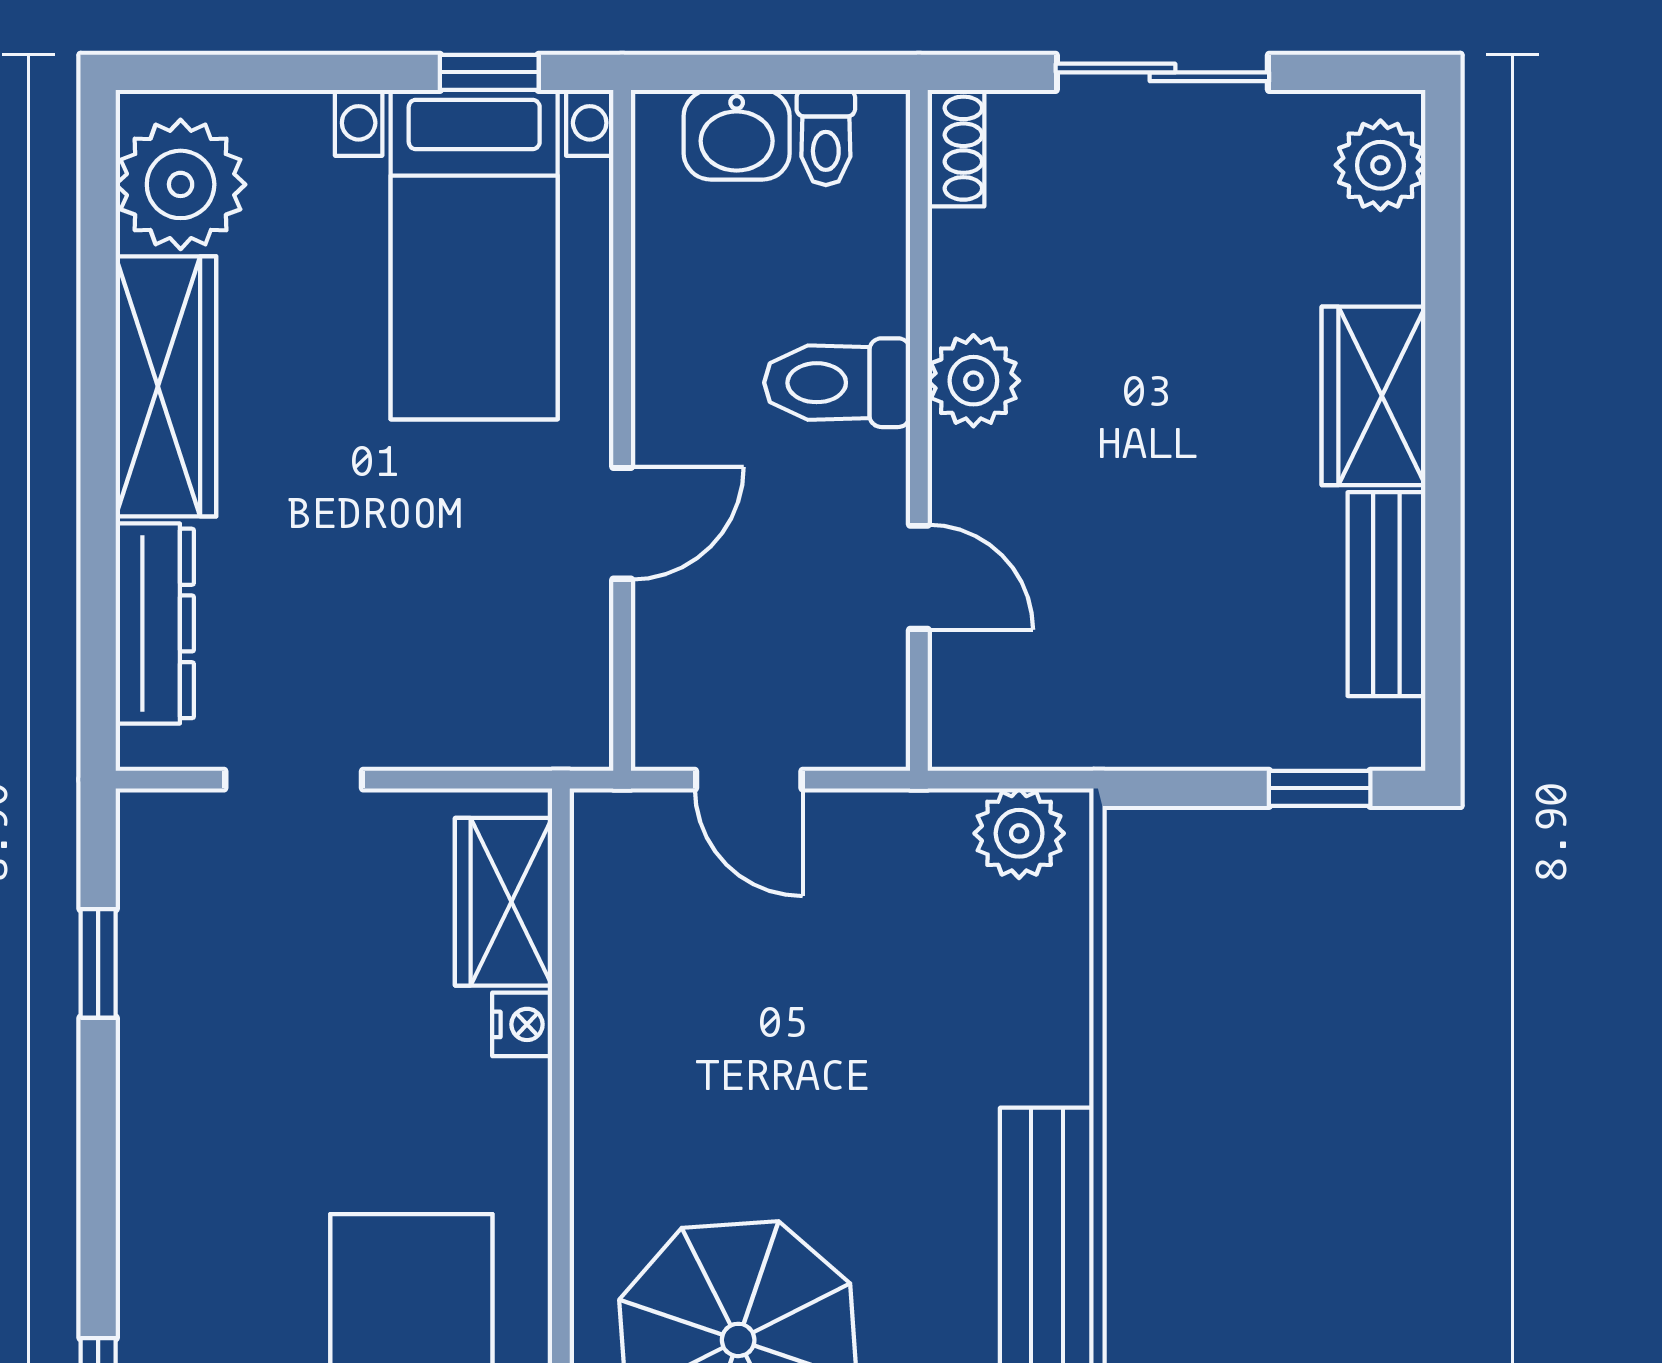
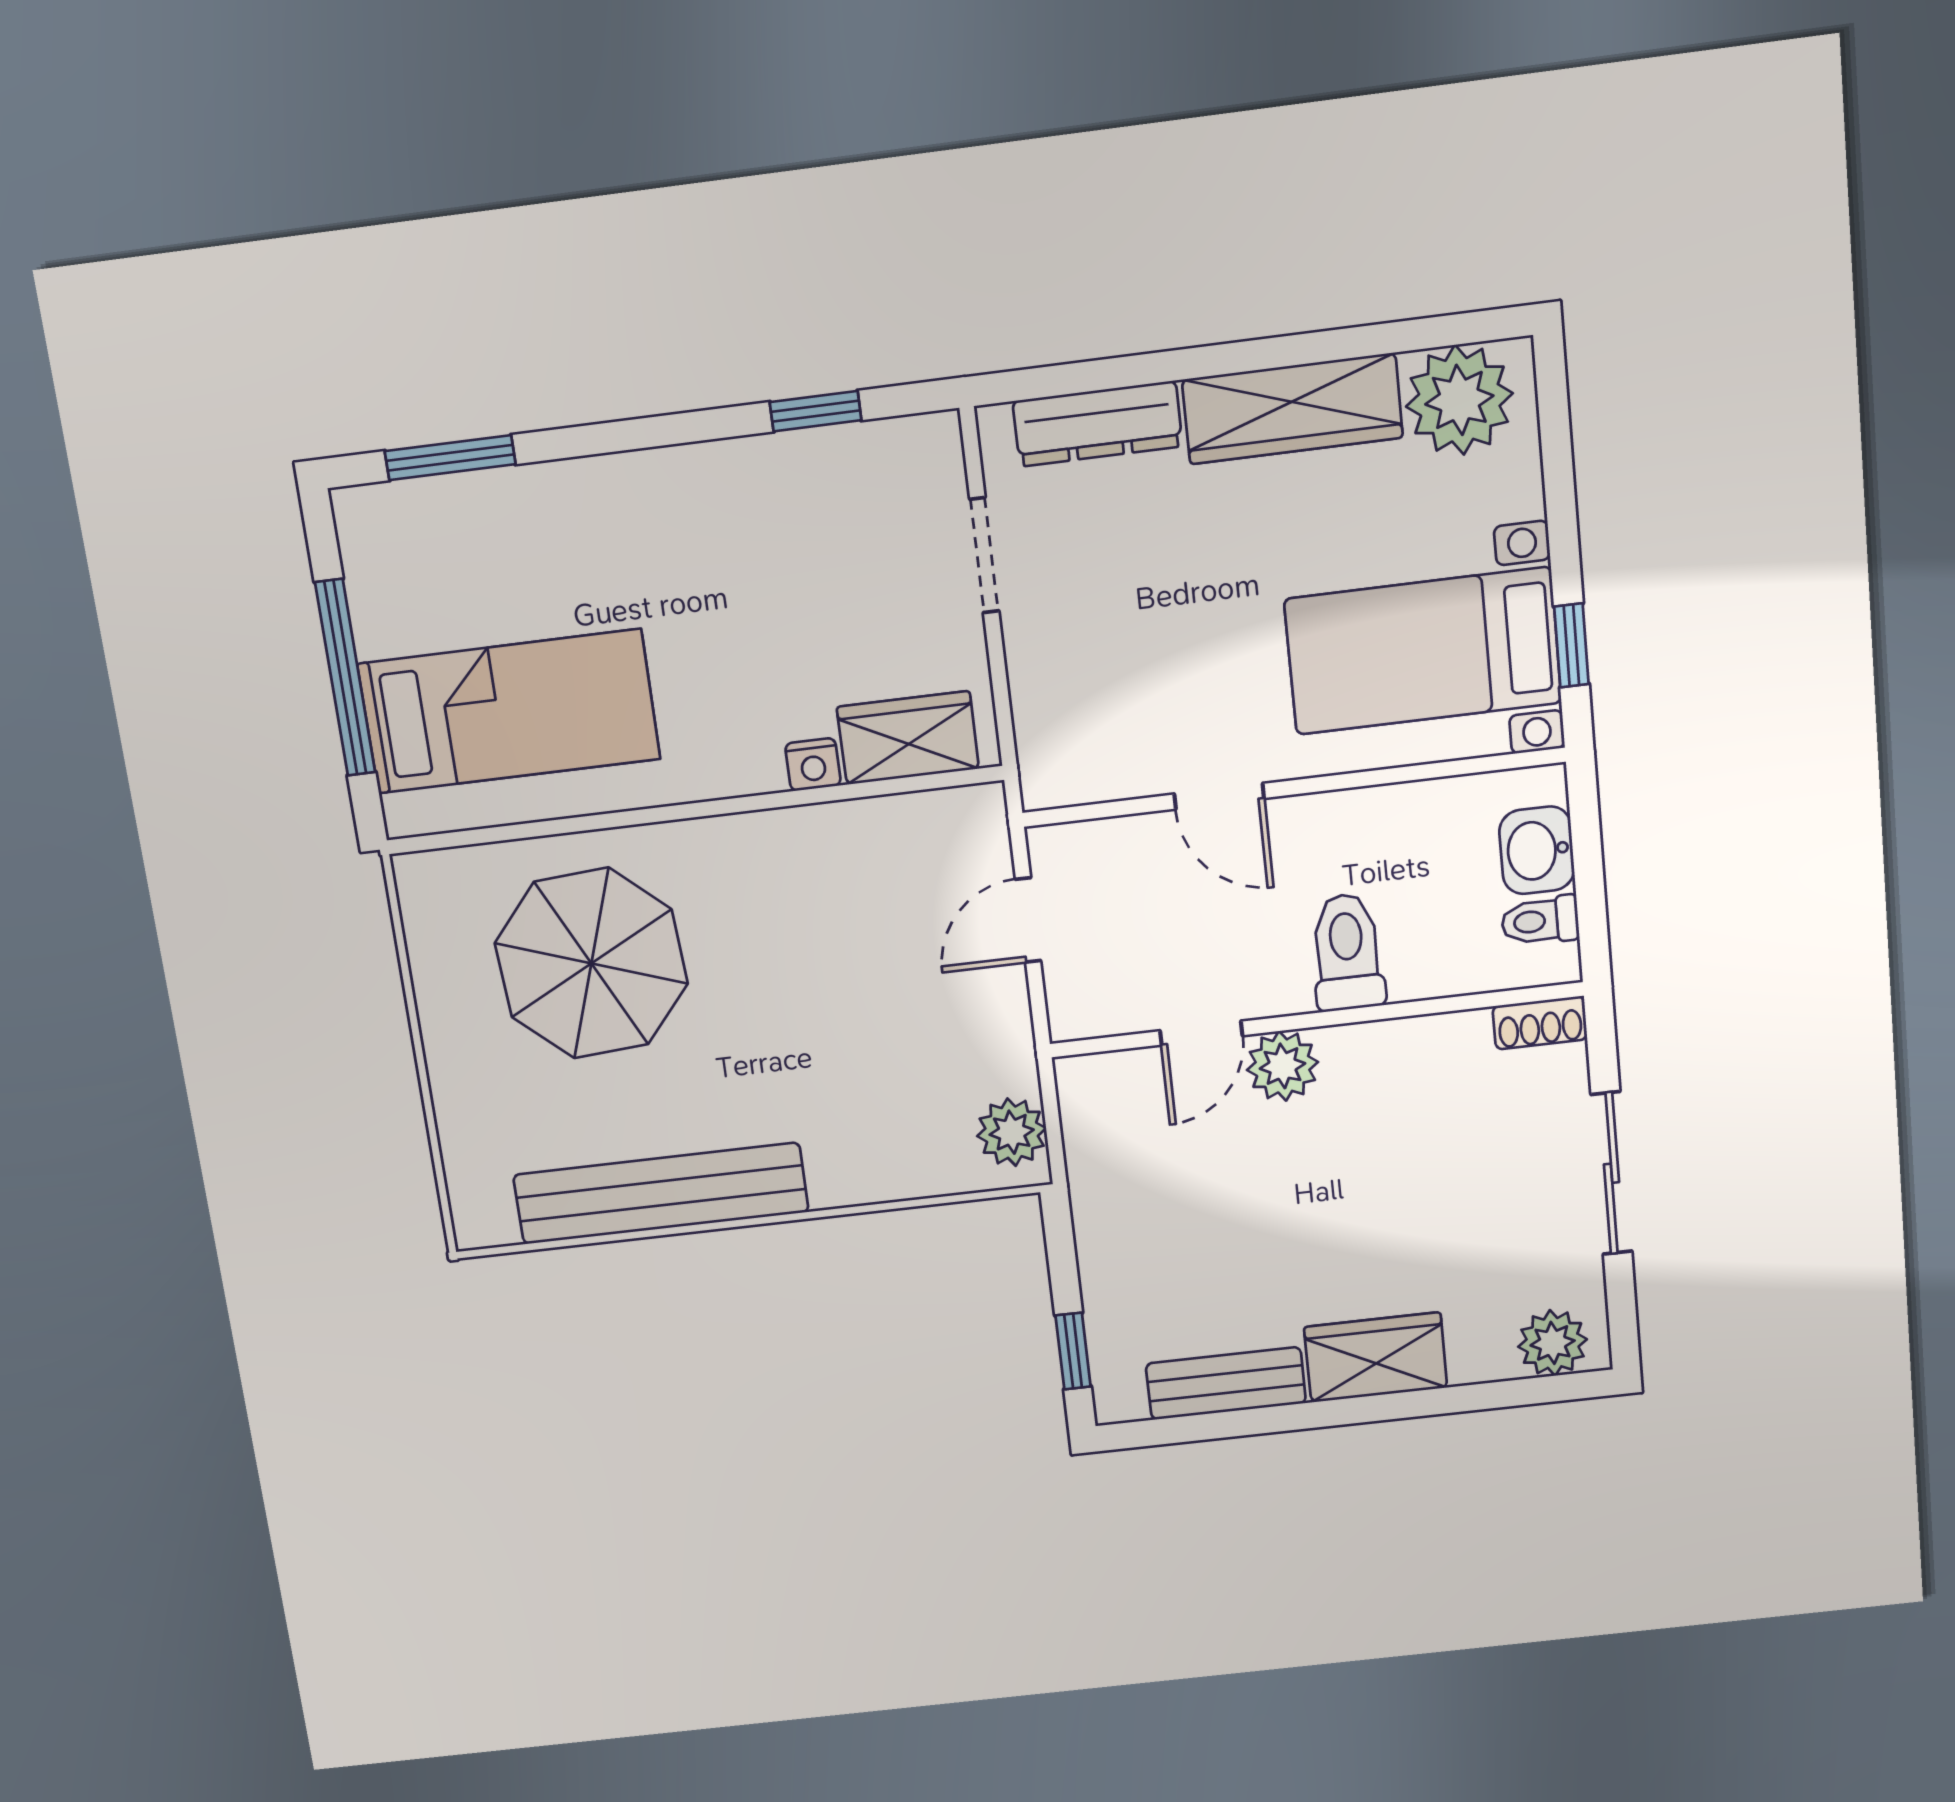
plant: (973, 381) -> (1283, 1066), moved

